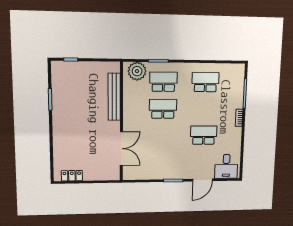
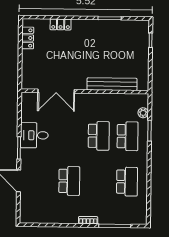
plant: (137, 71) -> (143, 113), width x0.53, depth x0.53
locker: (58, 146) -> (61, 24), added
desk: (226, 166) -> (34, 135), moved

